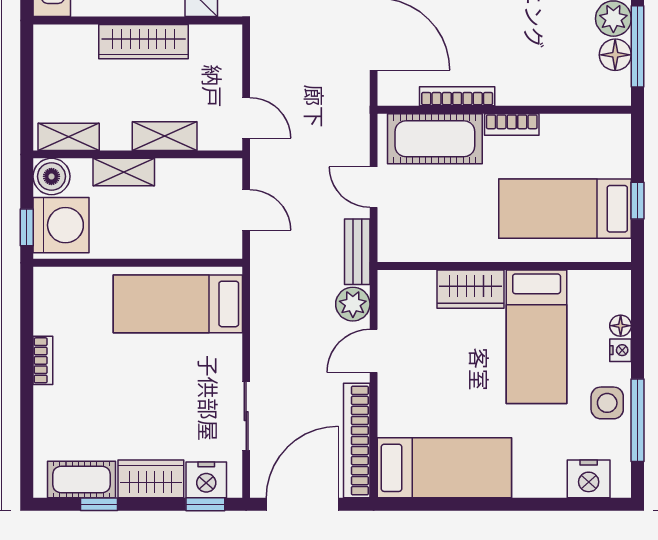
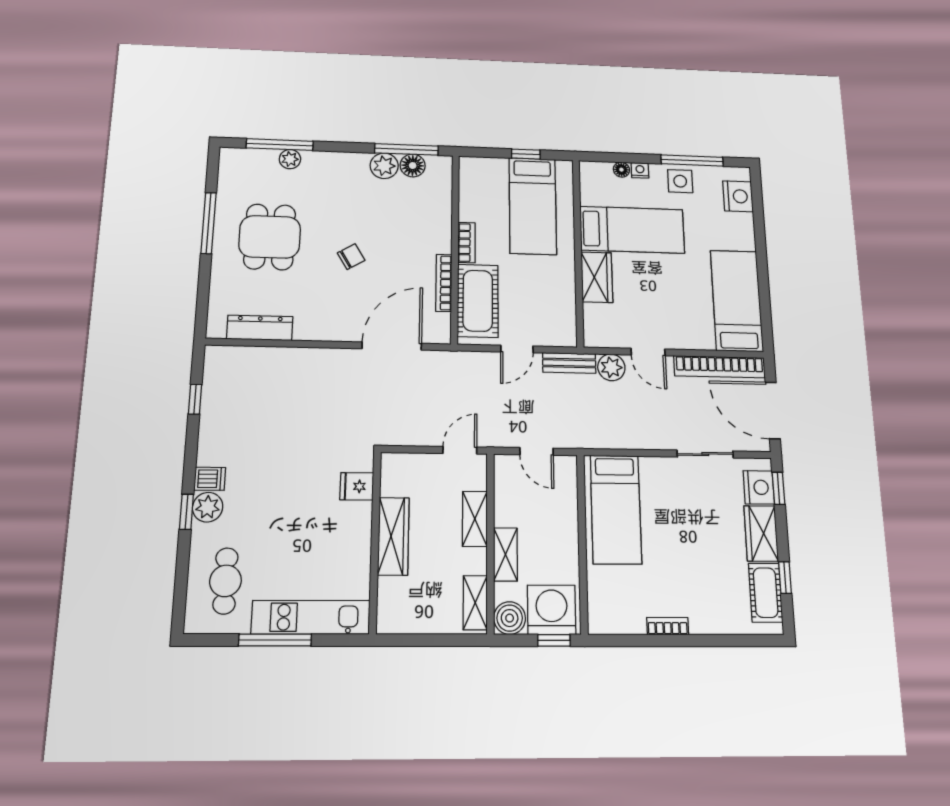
door: (246, 210) -> (537, 451), swing flipped

